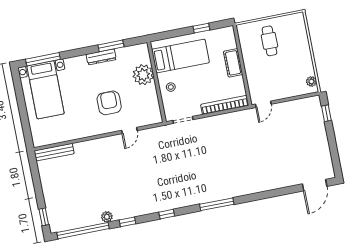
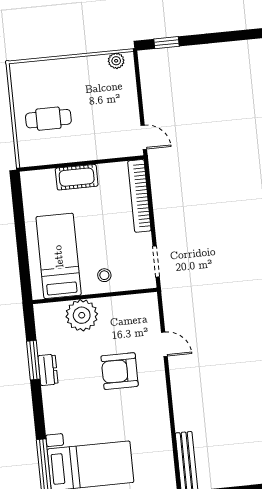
window: (201, 28) -> (19, 220), removed
dresser: (101, 57) -> (48, 370), width x0.70

